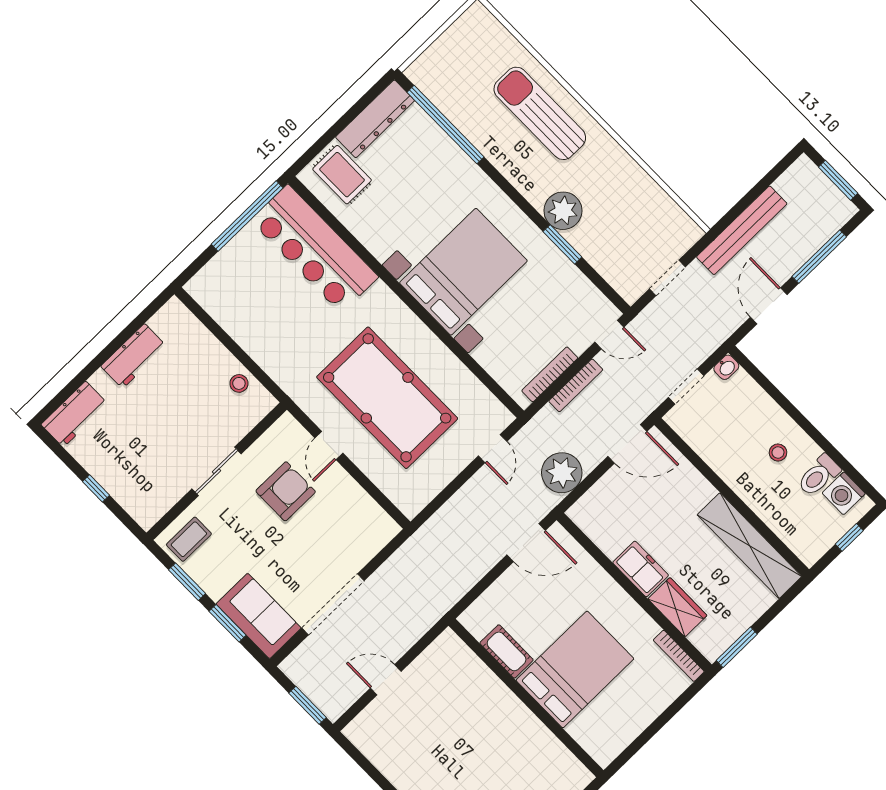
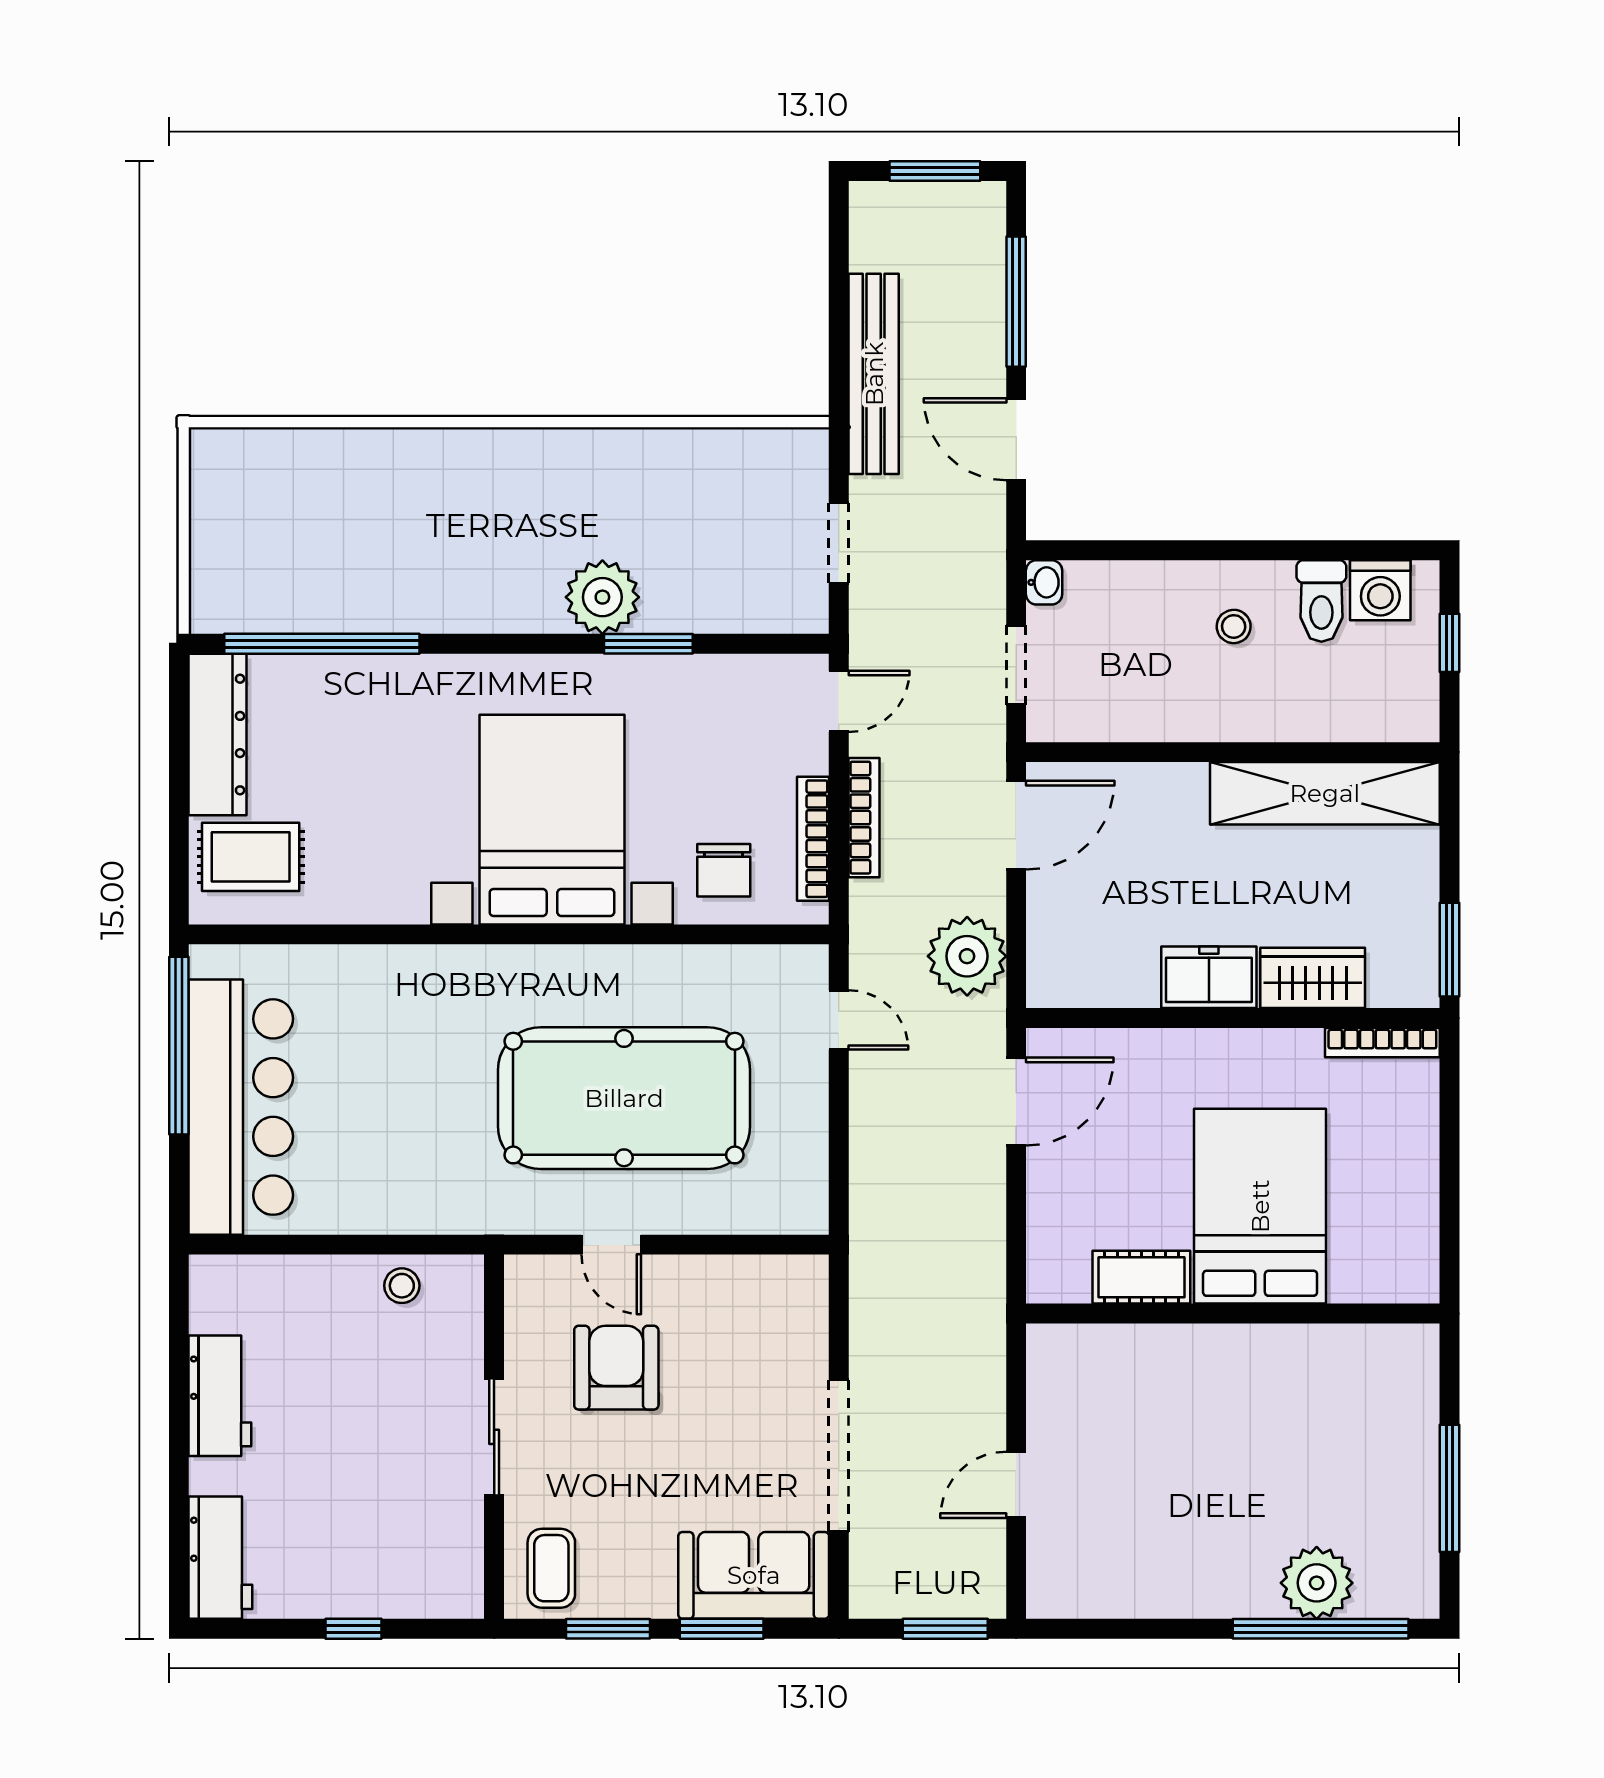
sun lounger: (540, 113) -> (435, 497), removed
bar counter: (315, 249) -> (241, 1107), moved, turned -90
chair: (506, 353) -> (724, 870), added

